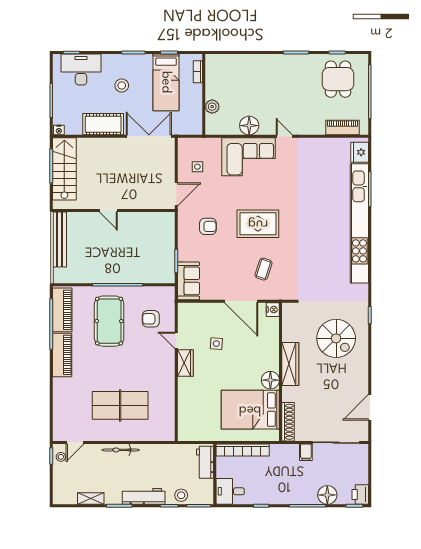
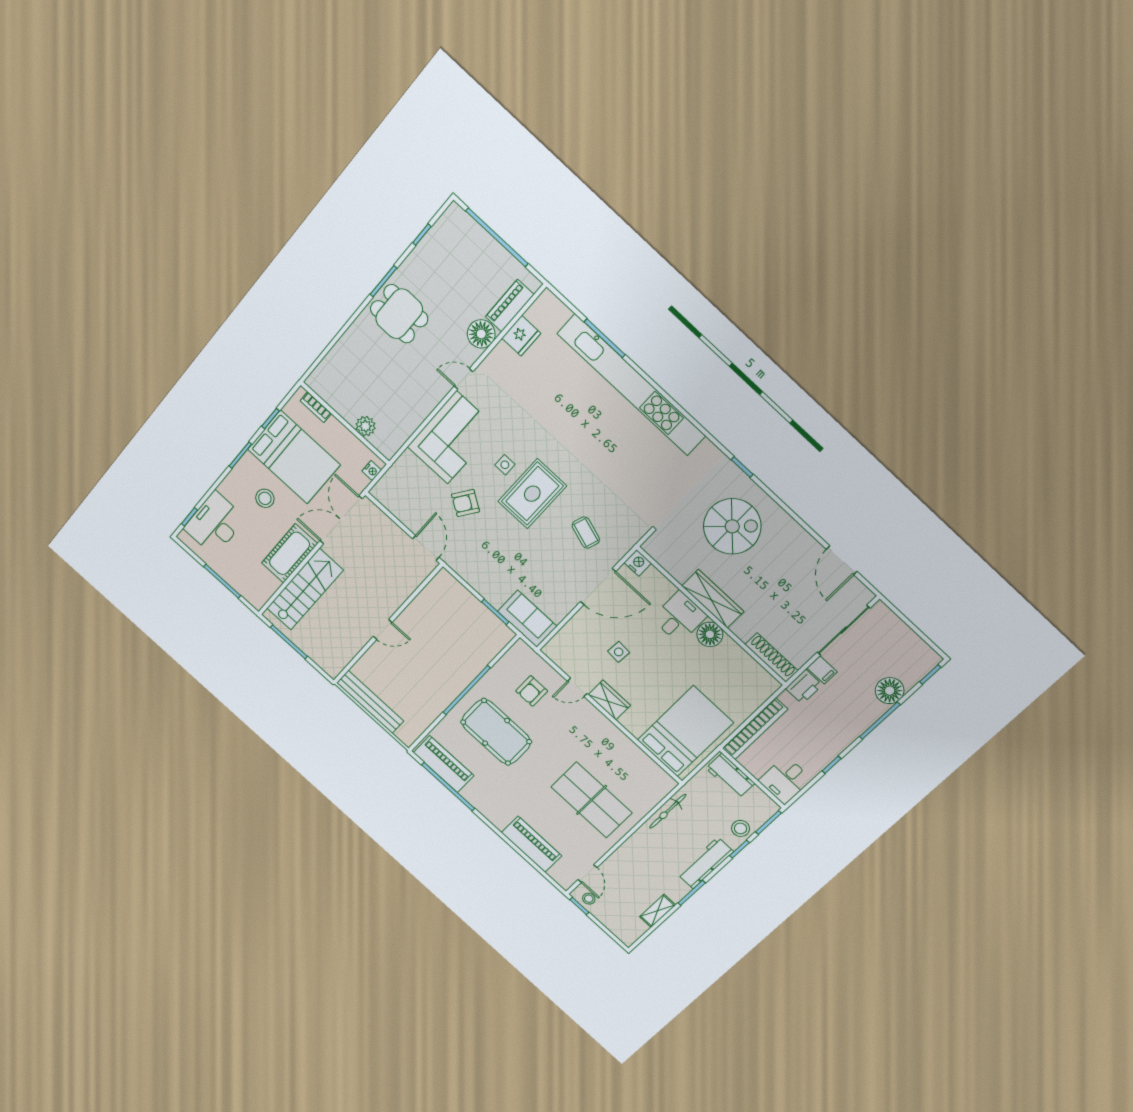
dining table: (338, 79) -> (399, 314), moved
bed: (166, 82) -> (294, 457), width x1.50
floor lamp: (249, 126) -> (481, 334), moved
nightstand: (59, 130) -> (372, 471), moved
fridge: (360, 152) -> (521, 336), moved, turned -90
side table: (197, 167) -> (505, 465), moved
stairs: (64, 169) -> (305, 589), moved, turned 90
armchair: (208, 226) -> (466, 503), moved, turned -146
piano: (62, 355) -> (532, 844), moved
desk: (265, 357) -> (679, 617), added
table tennis table: (120, 405) -> (592, 800), turned 90
bed: (250, 410) -> (685, 731), moved, turned 180
bicycle: (121, 450) -> (668, 811), moved
printer: (360, 494) -> (804, 687), moved, turned -90

